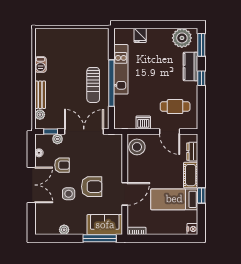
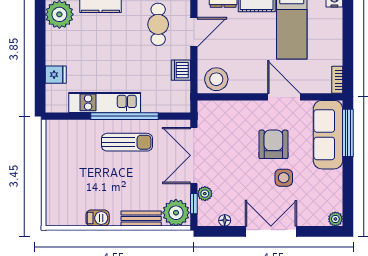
plant: (40, 115) -> (176, 213), width x1.88, depth x1.88
armchair: (62, 165) -> (242, 187), removed
sofa: (105, 225) -> (328, 135), width x1.36
plant: (64, 230) -> (335, 219), moved

